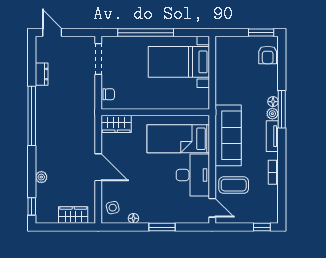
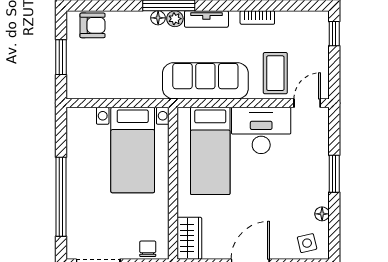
window: (261, 33) -> (61, 57), moved
bed with nightstands: (179, 62) -> (133, 150), moved

